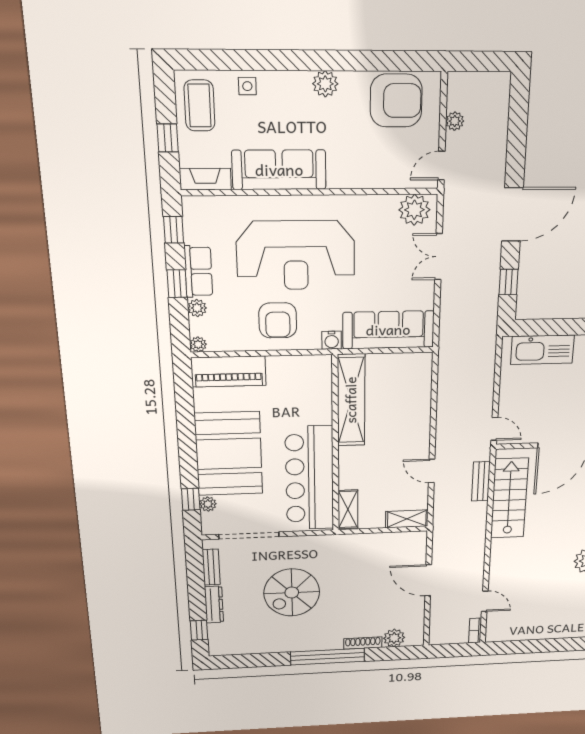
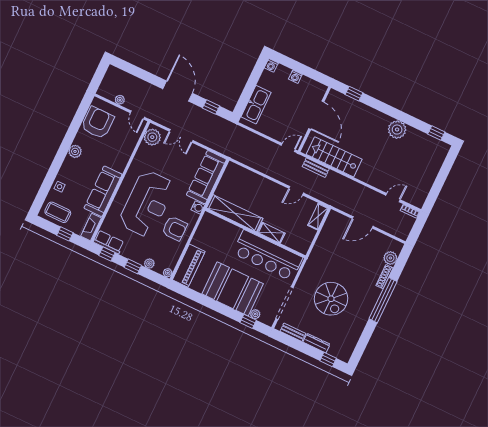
row of seats: (198, 271) -> (109, 242), moved
shelving: (348, 509) -> (271, 233), moved

